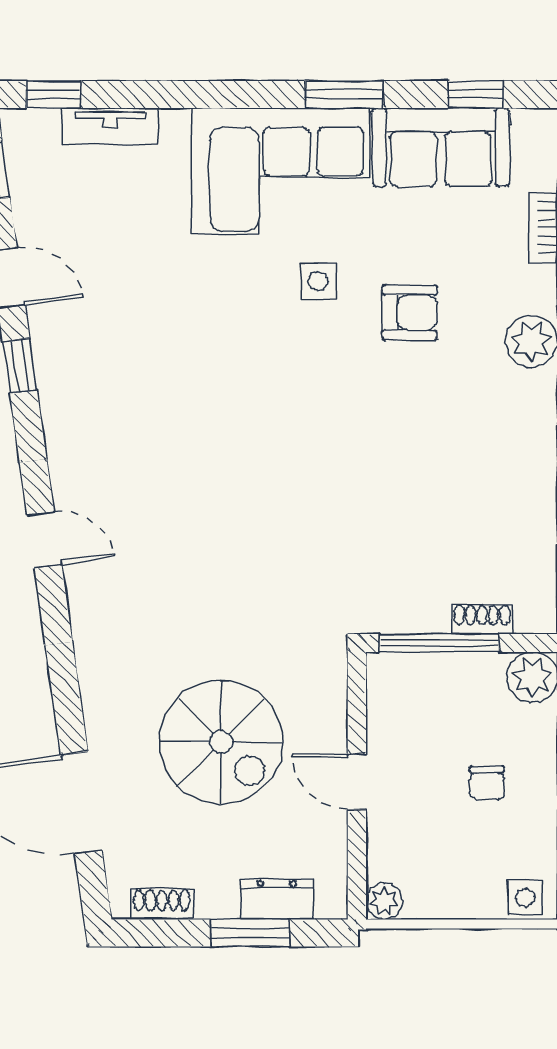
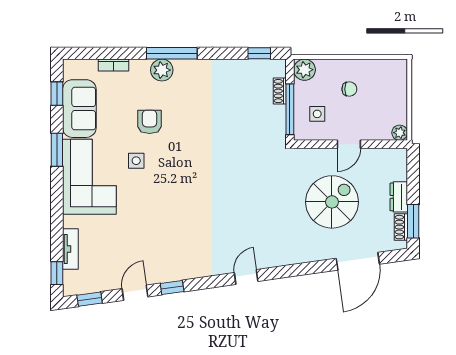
side table: (525, 898) -> (317, 114), moved
dresser: (277, 899) -> (399, 197), moved
window: (250, 933) -> (413, 221), moved

